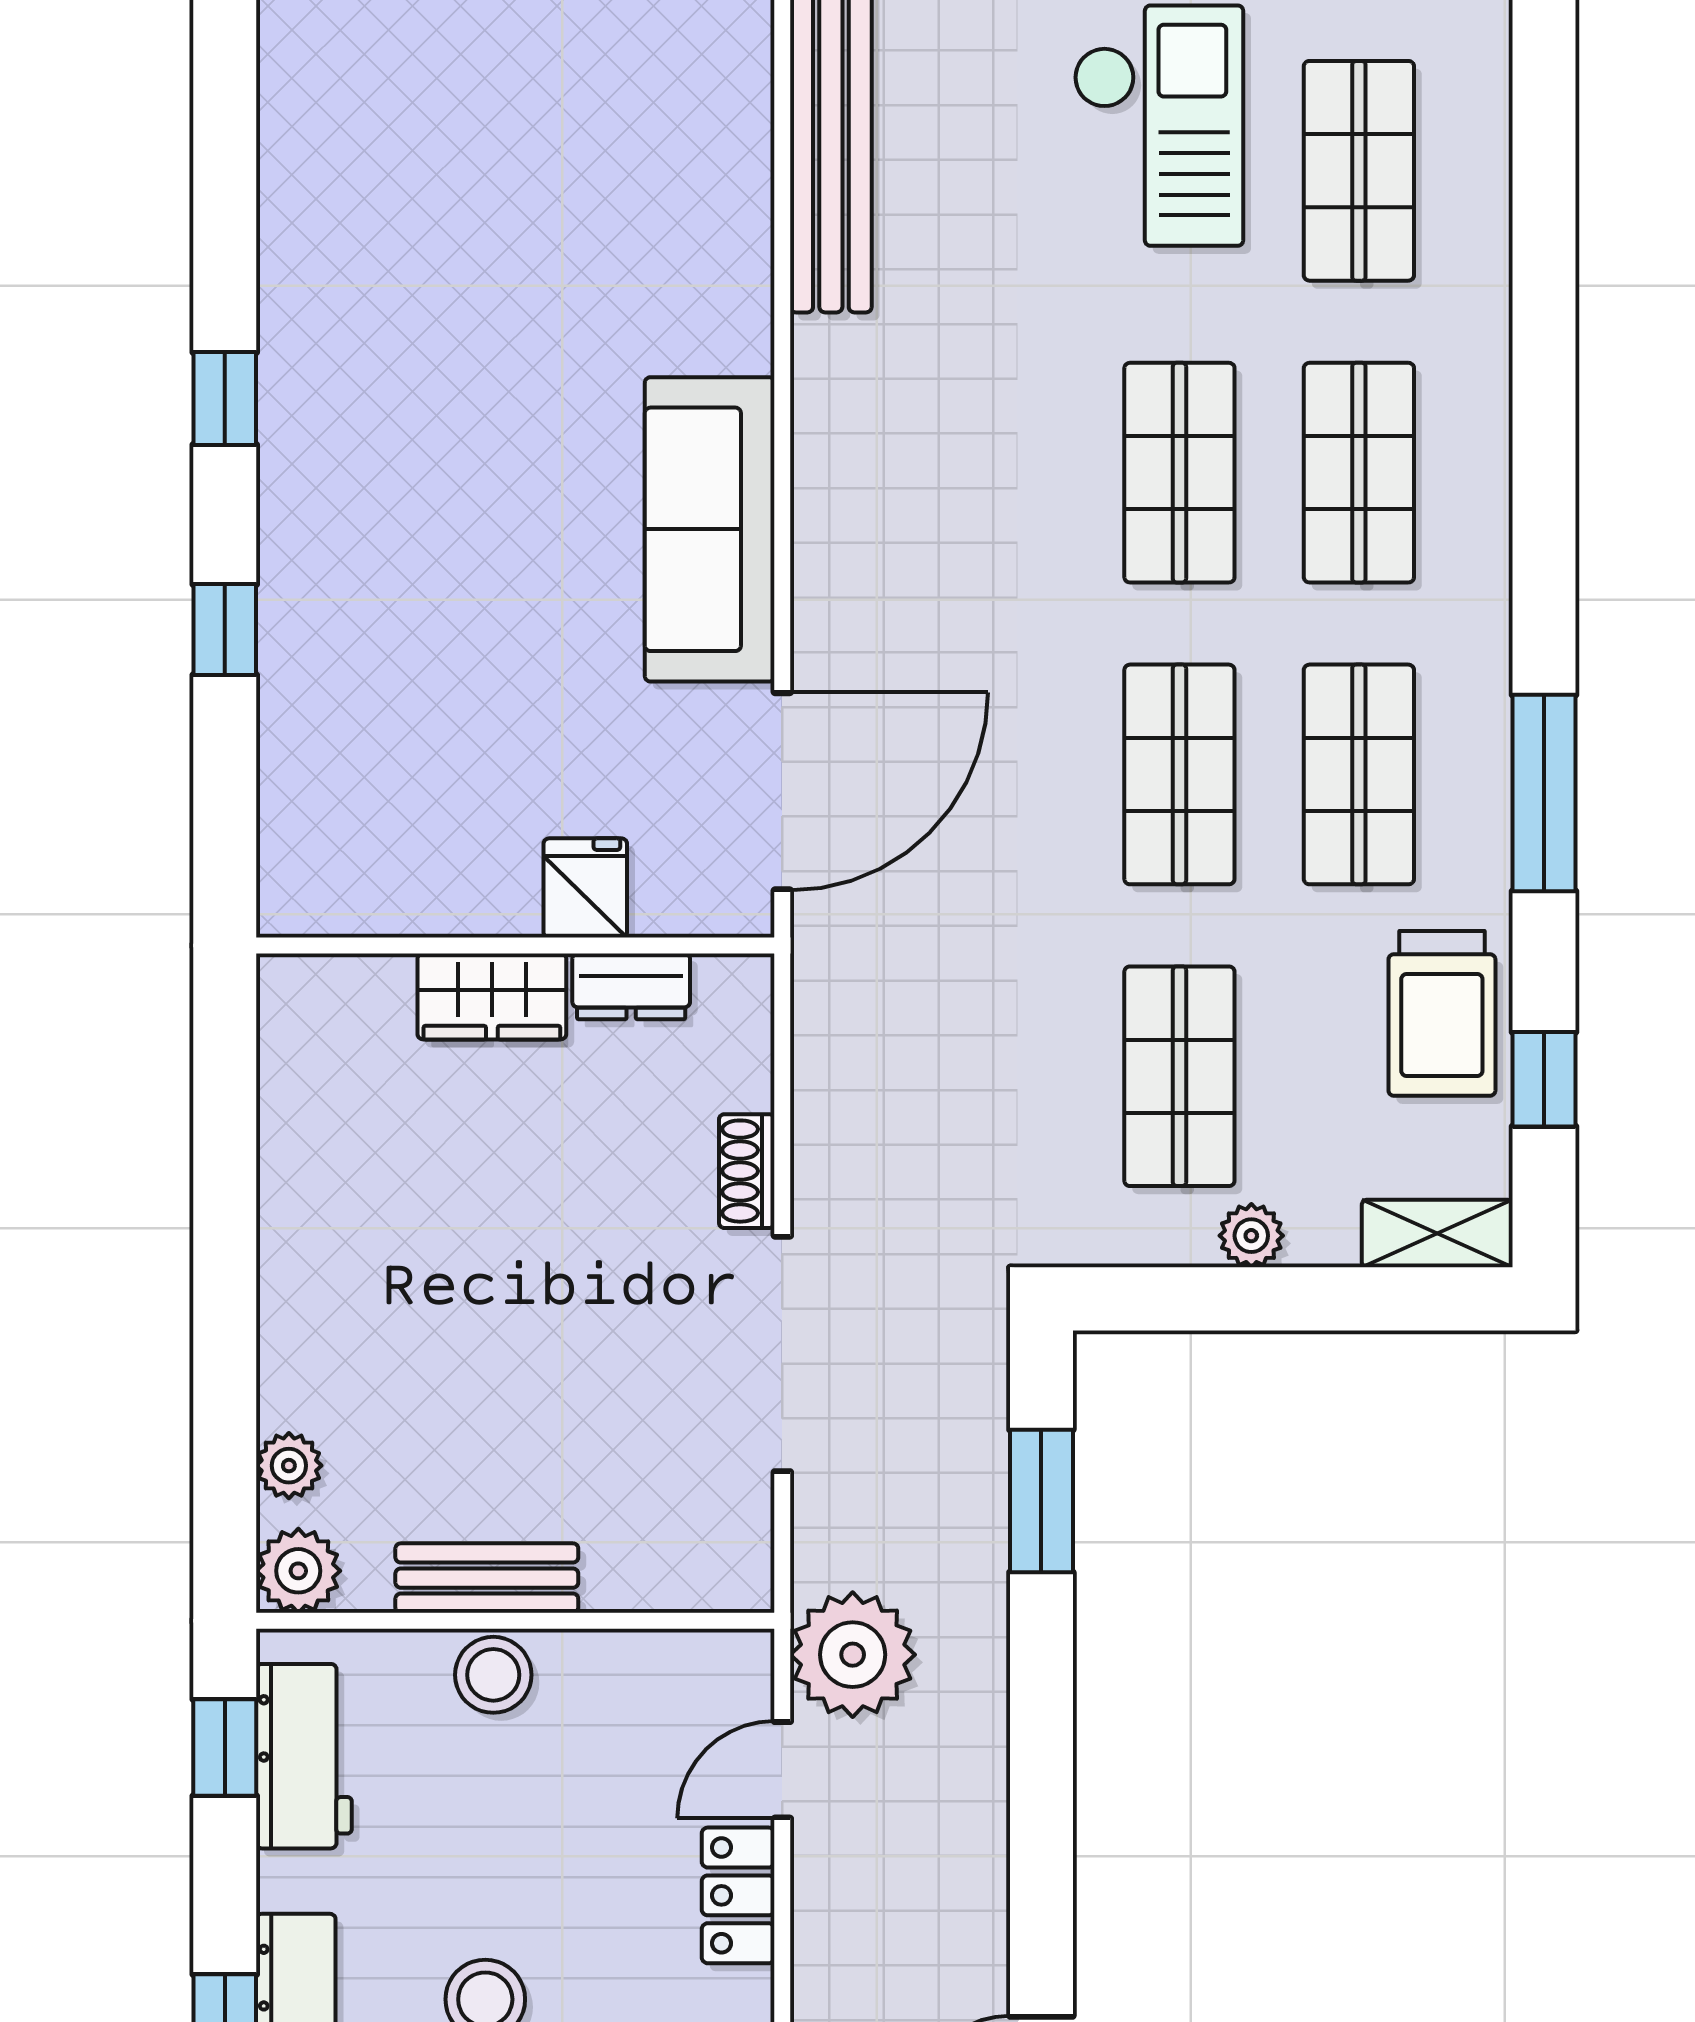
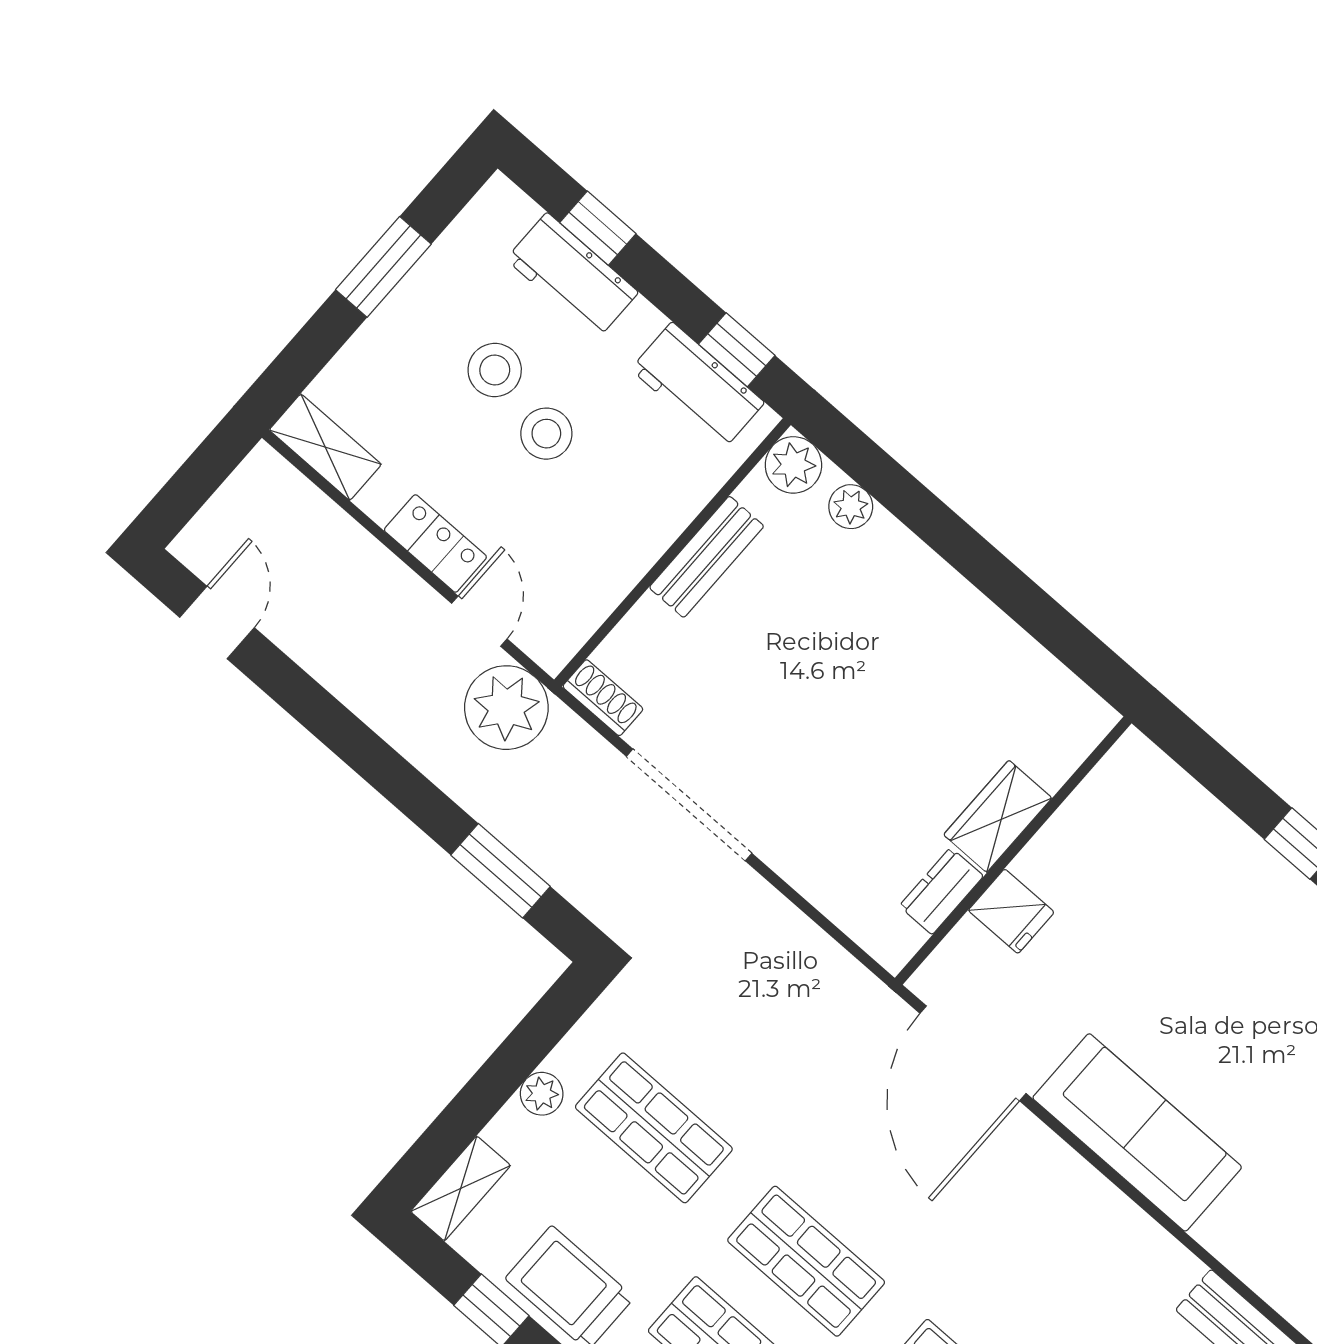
shoe rack: (747, 1171) -> (603, 698), moved
stool: (493, 1675) -> (546, 434), moved

